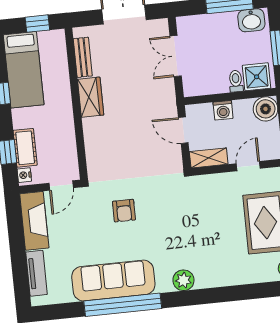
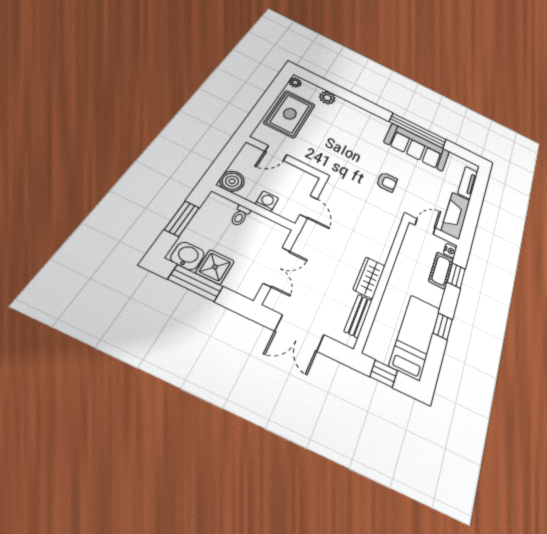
shower: (257, 77) -> (215, 267), moved
shelving: (209, 158) -> (302, 176), removed
armchair: (124, 211) -> (387, 182), turned 90
plant: (183, 280) -> (327, 98), moved

